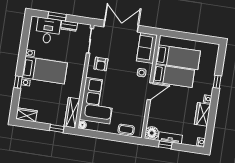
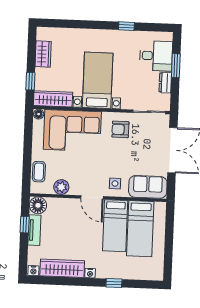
bed with nightstands: (45, 70) -> (98, 80), moved, turned 180
window: (18, 82) -> (126, 26), moved
plant: (140, 114) -> (61, 187), added
wardrobe: (202, 114) -> (62, 268), width x1.50
wardrobe: (26, 115) -> (43, 54), moved

